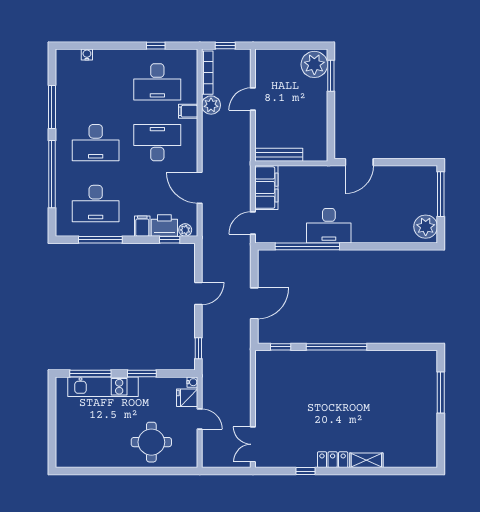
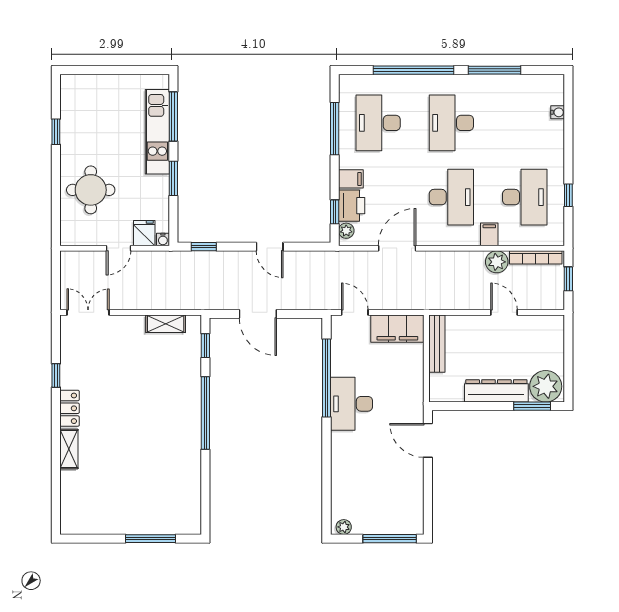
desk: (157, 82) -> (525, 197), turned 180
dresser: (318, 105) -> (496, 391), added
plant: (426, 227) -> (344, 527), width x0.53, depth x0.53
shelving: (262, 380) -> (166, 324), added
window: (103, 471) -> (56, 132), added

